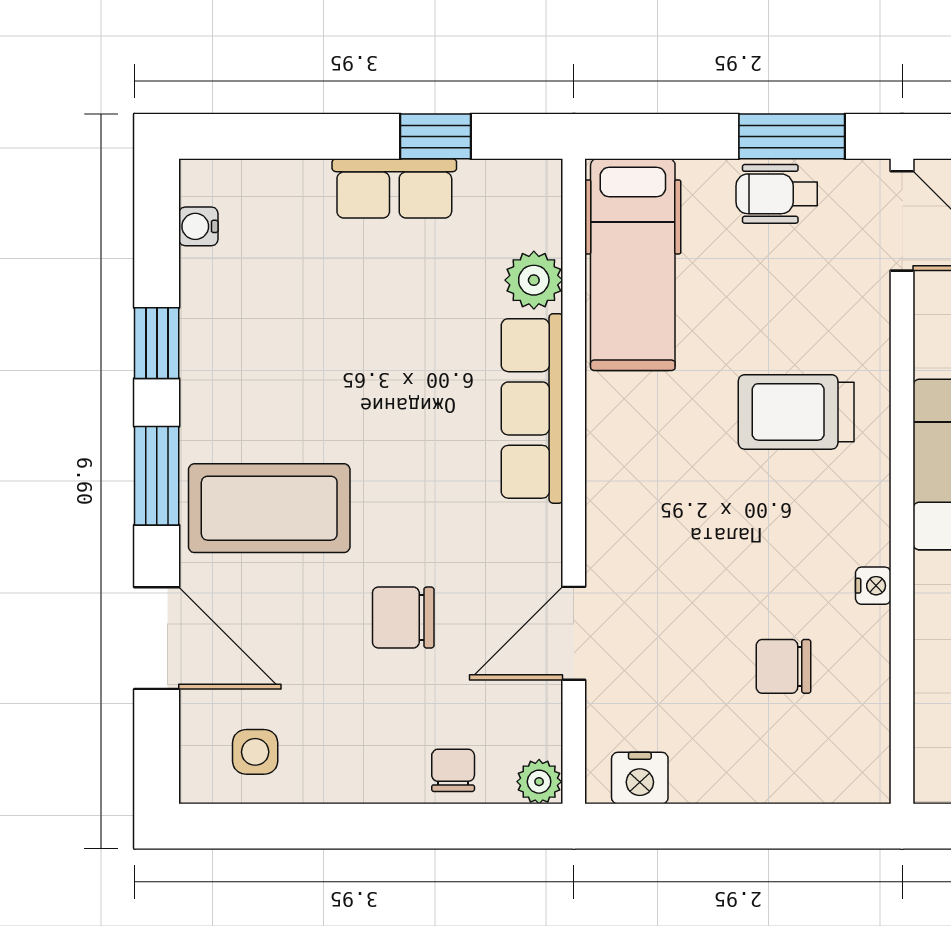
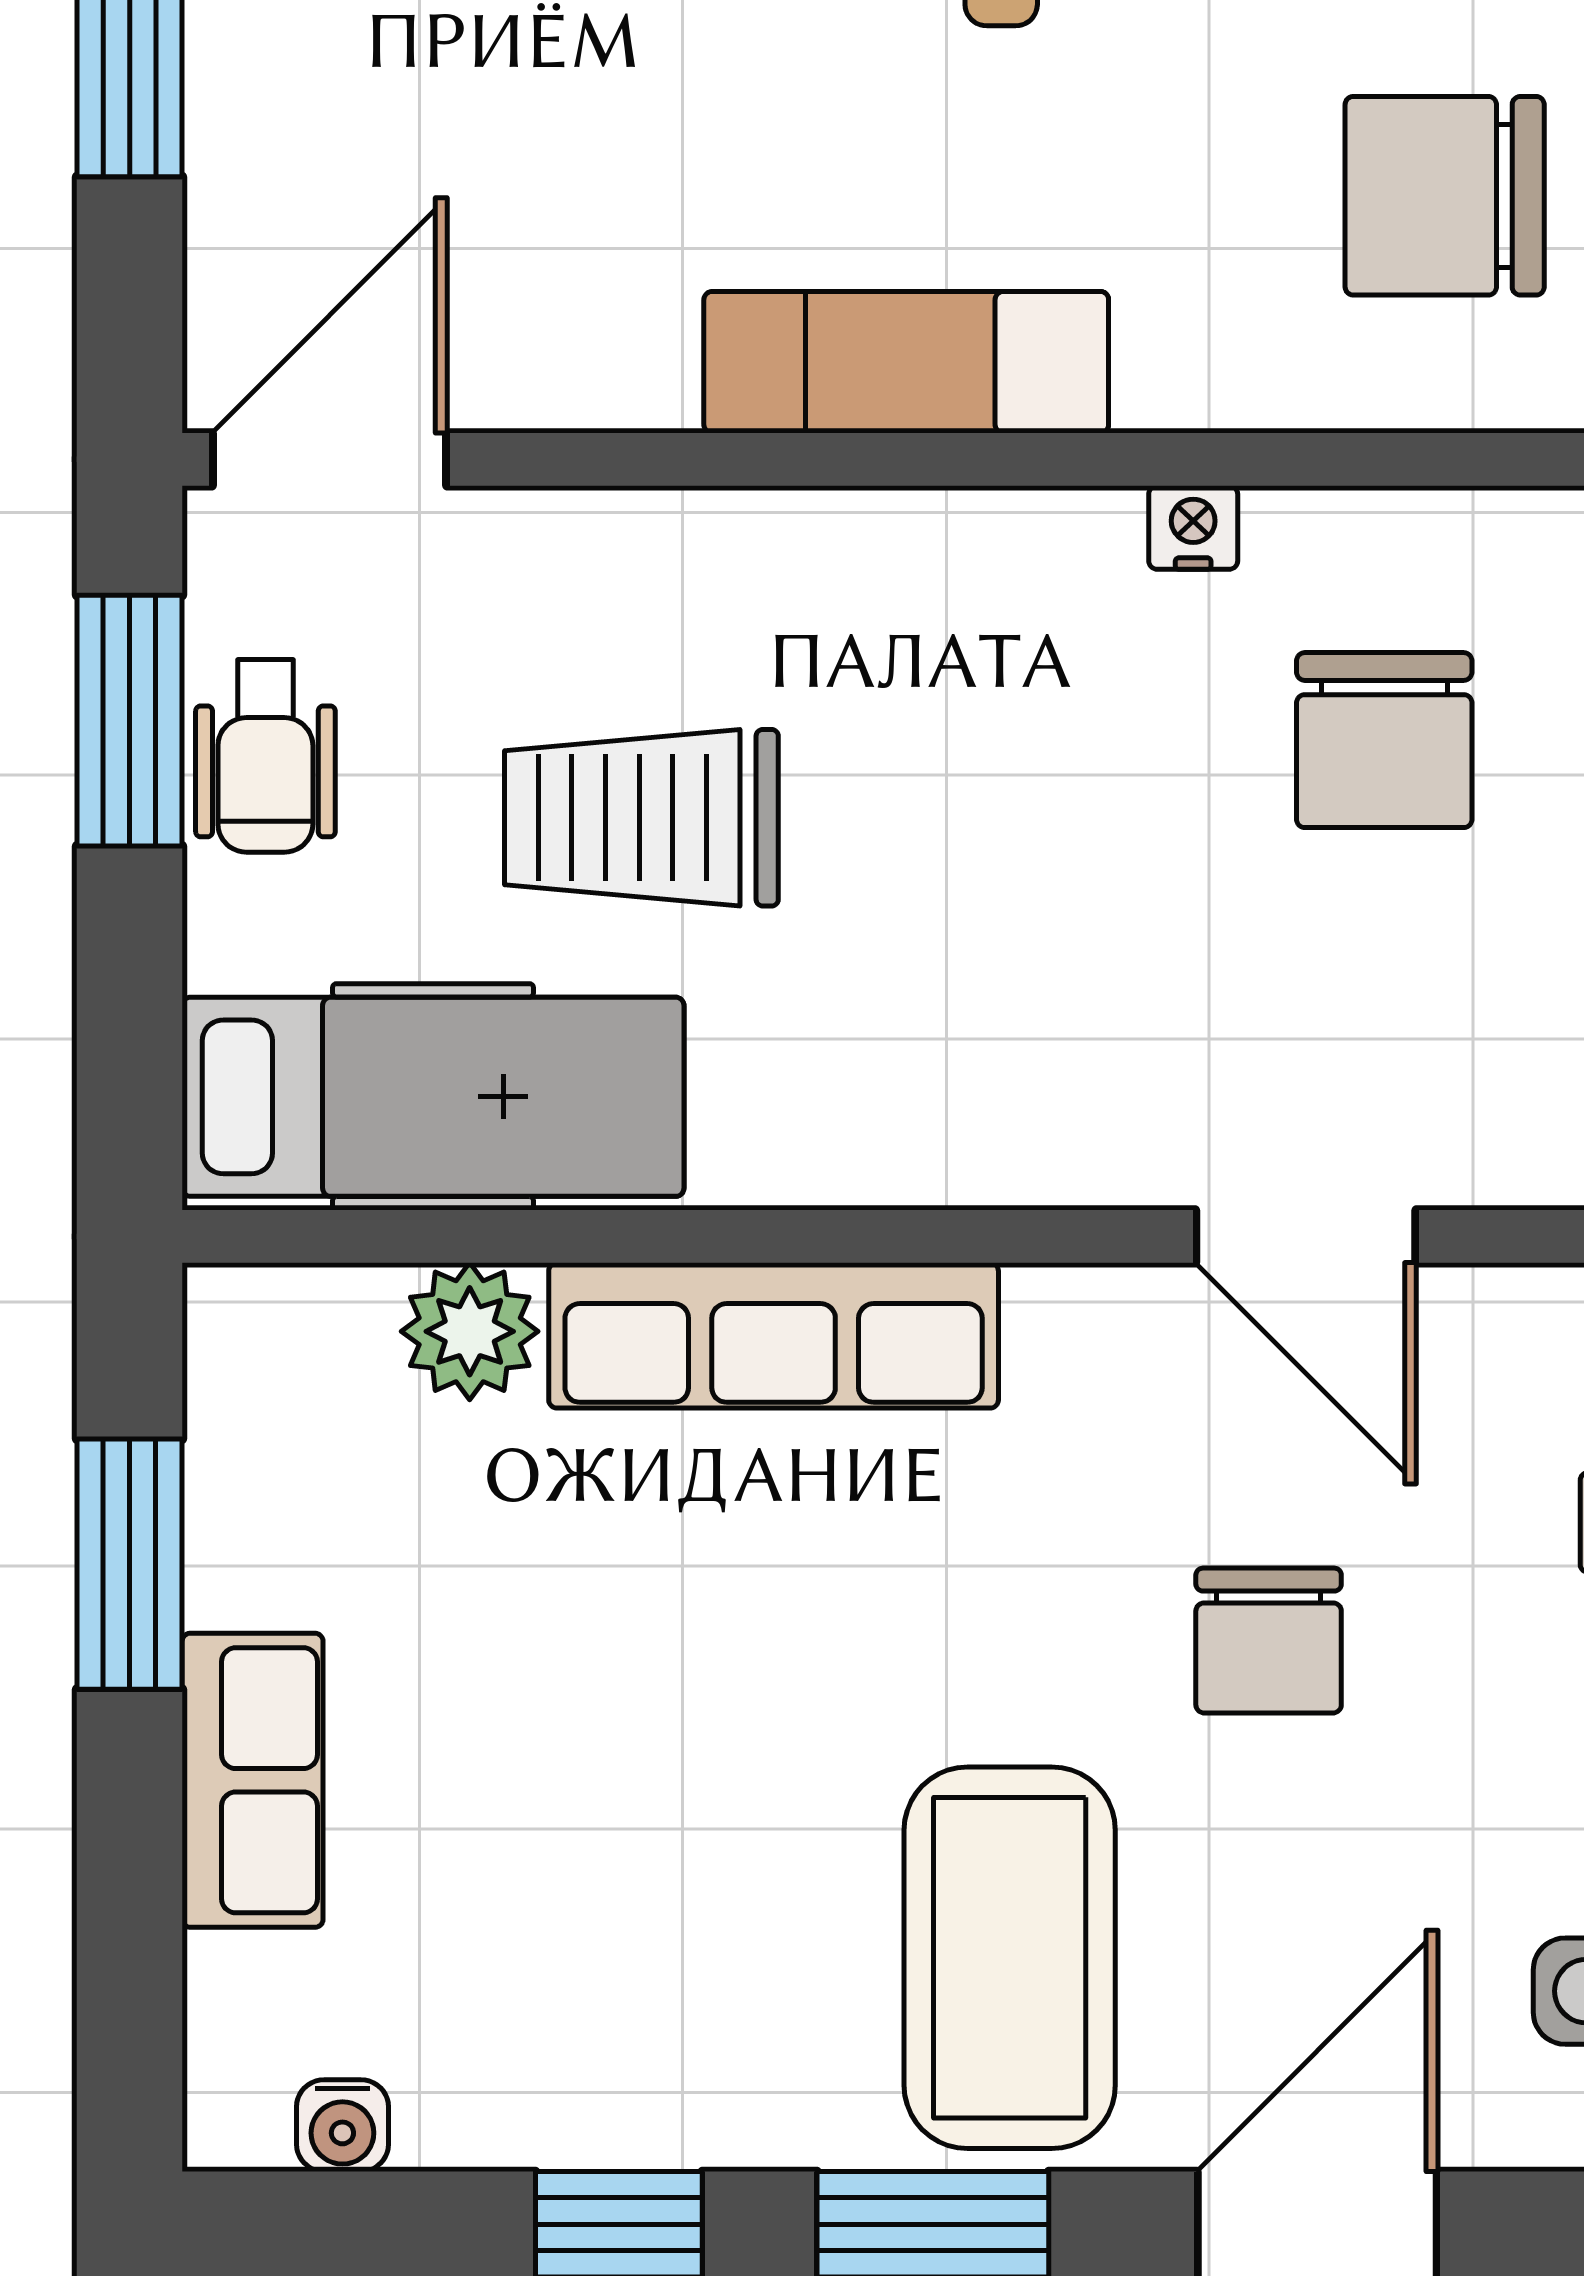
window: (435, 136) -> (130, 1564), width x1.50
row of seats: (394, 188) -> (253, 1780), moved
trolley: (796, 412) -> (641, 818), moved, turned 90
chair: (783, 666) -> (1384, 740), width x1.37, depth x1.37

